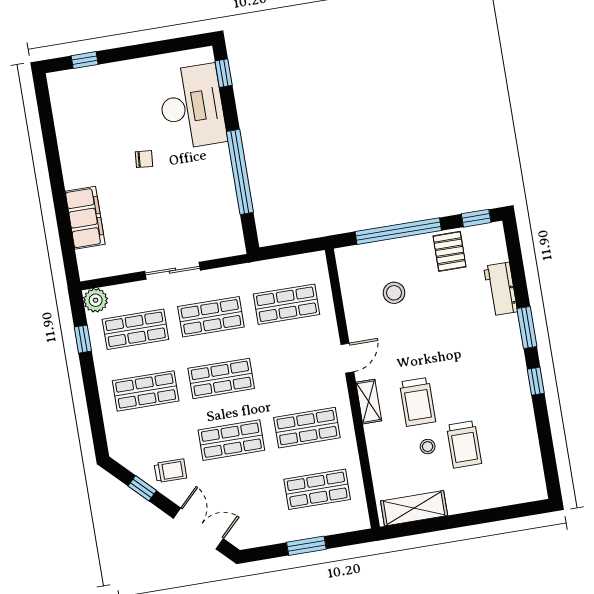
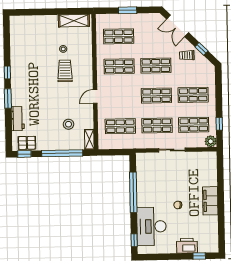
printer: (113, 78) -> (187, 246), added
filing cabinet: (85, 218) -> (210, 201), moved
pallet: (449, 251) -> (27, 143), moved, turned 90
shelving: (369, 402) -> (89, 139), moved
trolley: (464, 444) -> (46, 47), removed

